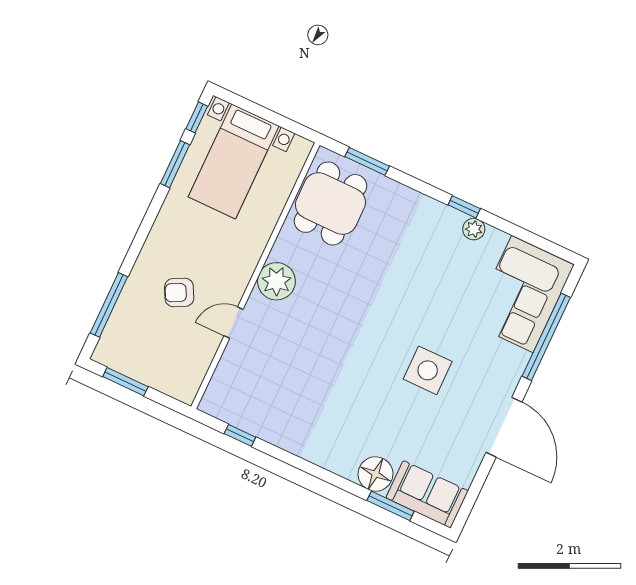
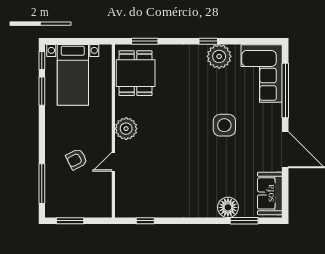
plant: (474, 229) -> (219, 56), width x1.88, depth x1.88
side table: (428, 370) -> (224, 125), moved
sofa: (427, 494) -> (270, 193), moved, turned -90

